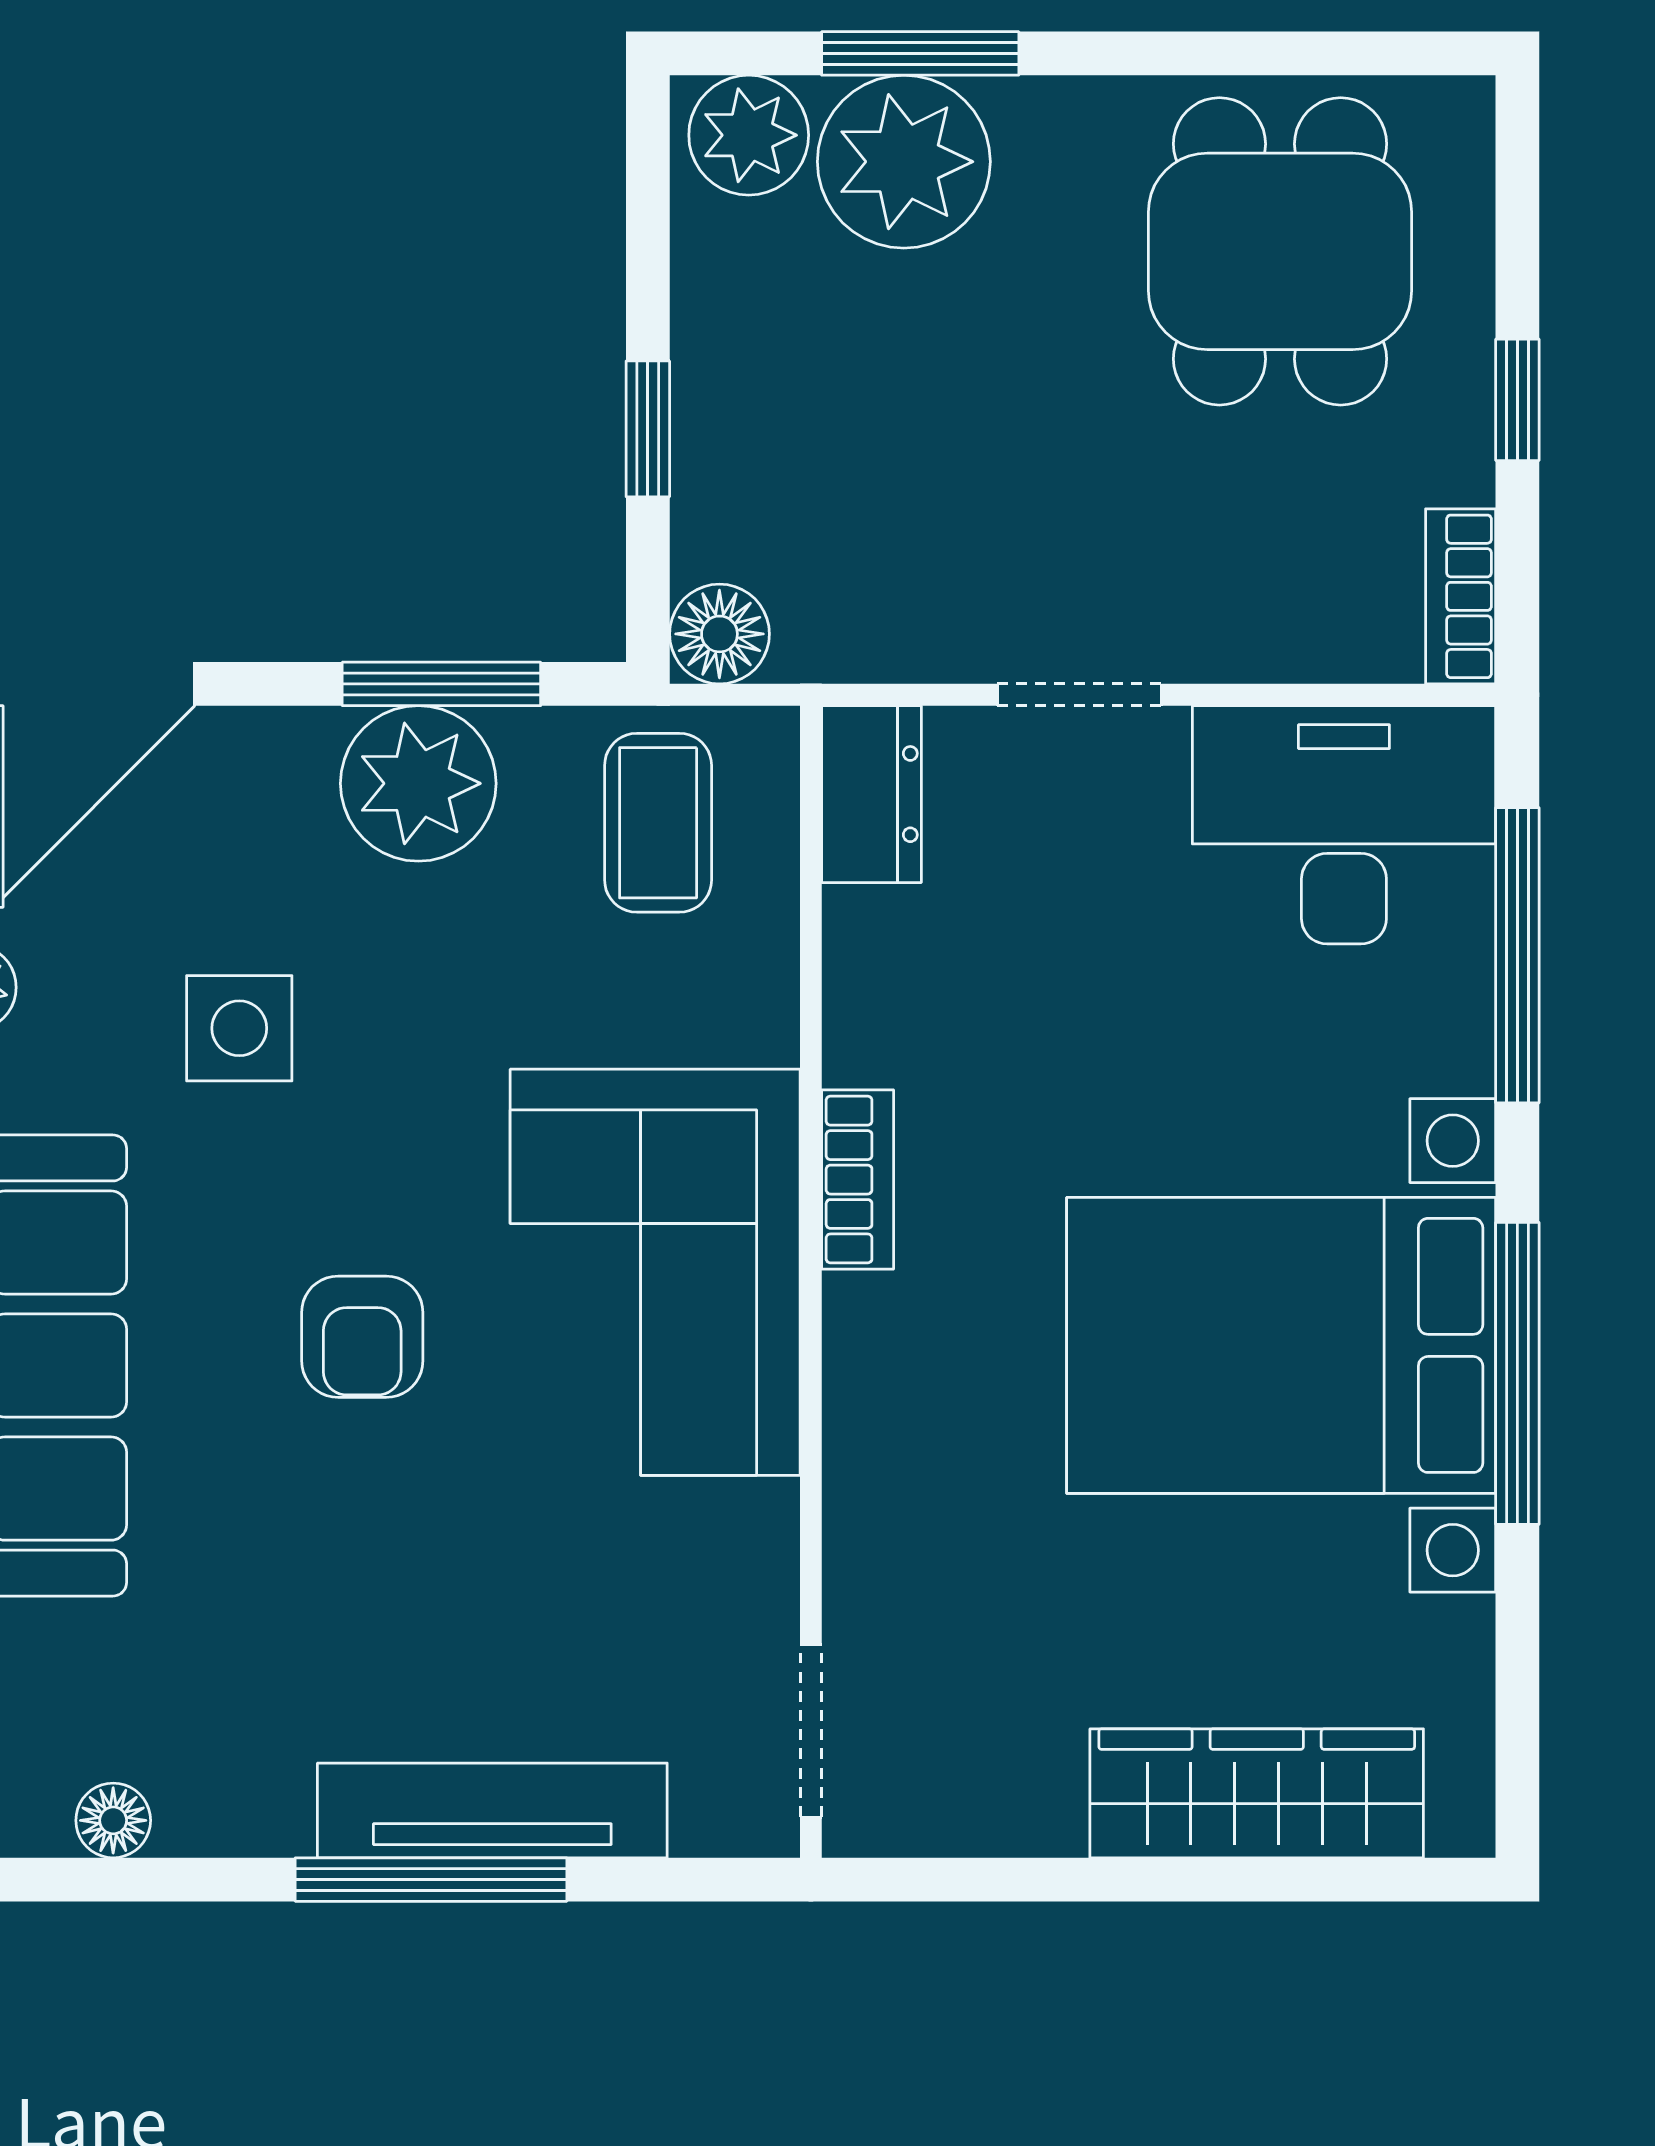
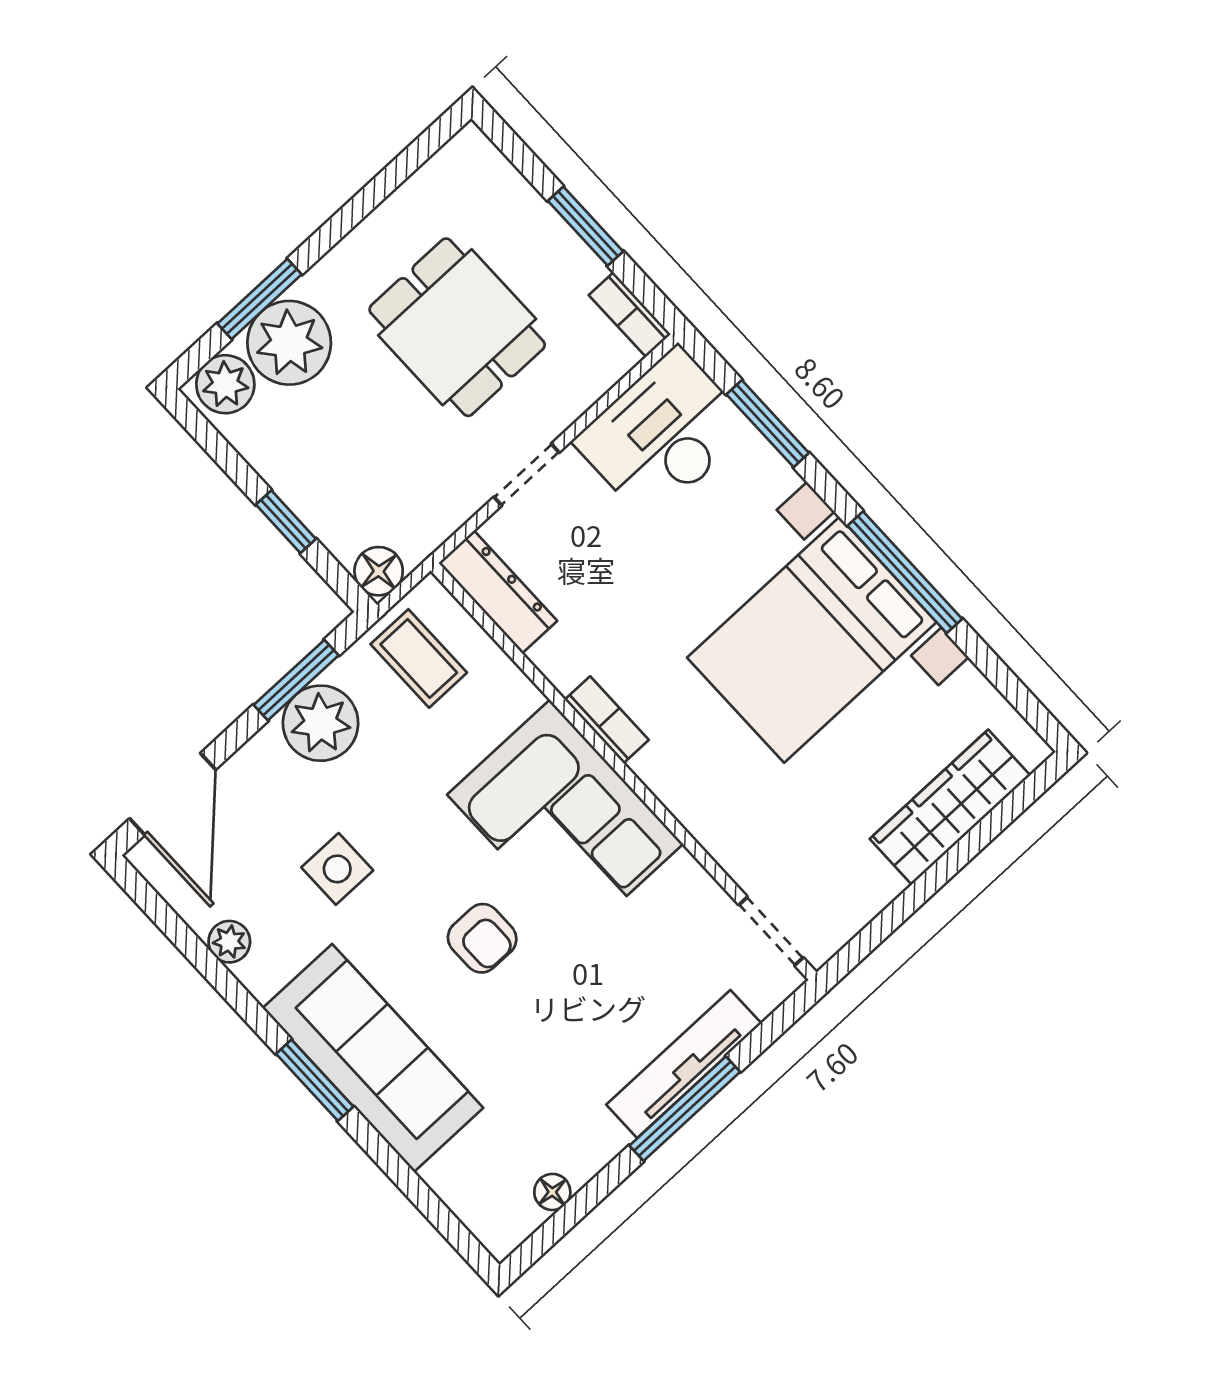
dining table: (1280, 251) -> (457, 327), moved
window: (1517, 400) -> (585, 226), width x1.50
dresser: (872, 794) -> (498, 592), width x1.44
window: (1517, 955) -> (768, 424), width x0.69

